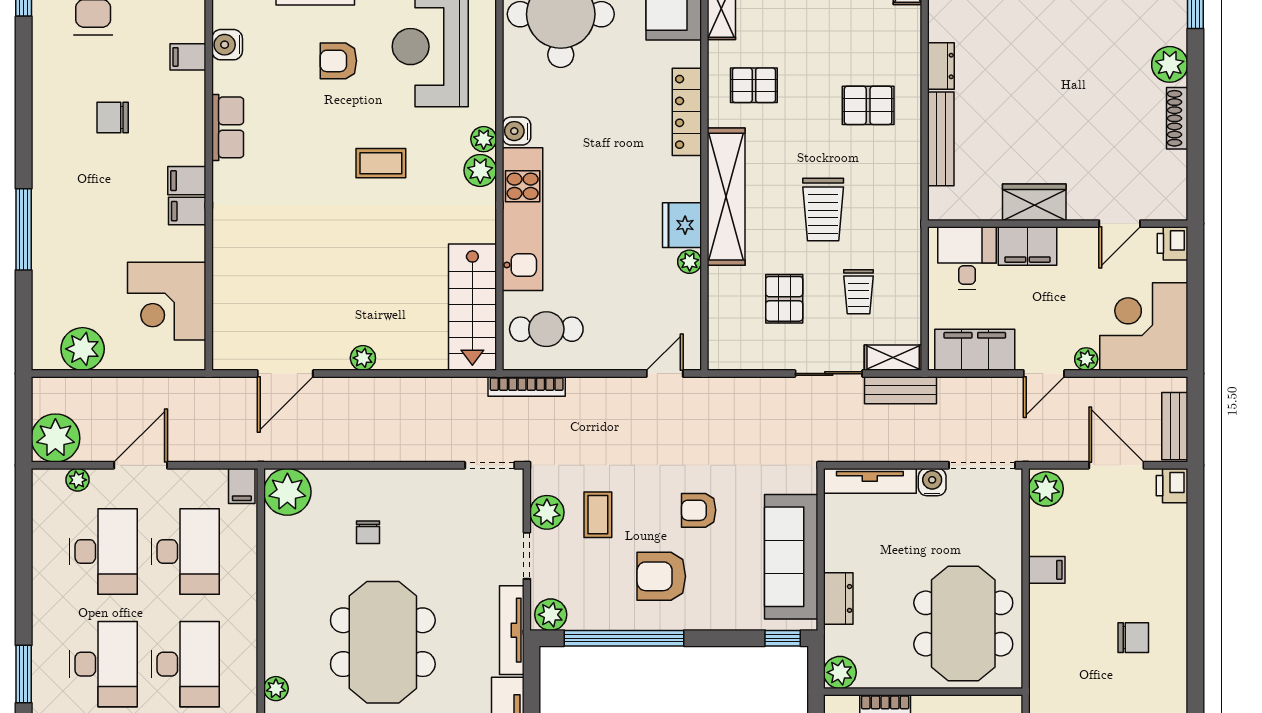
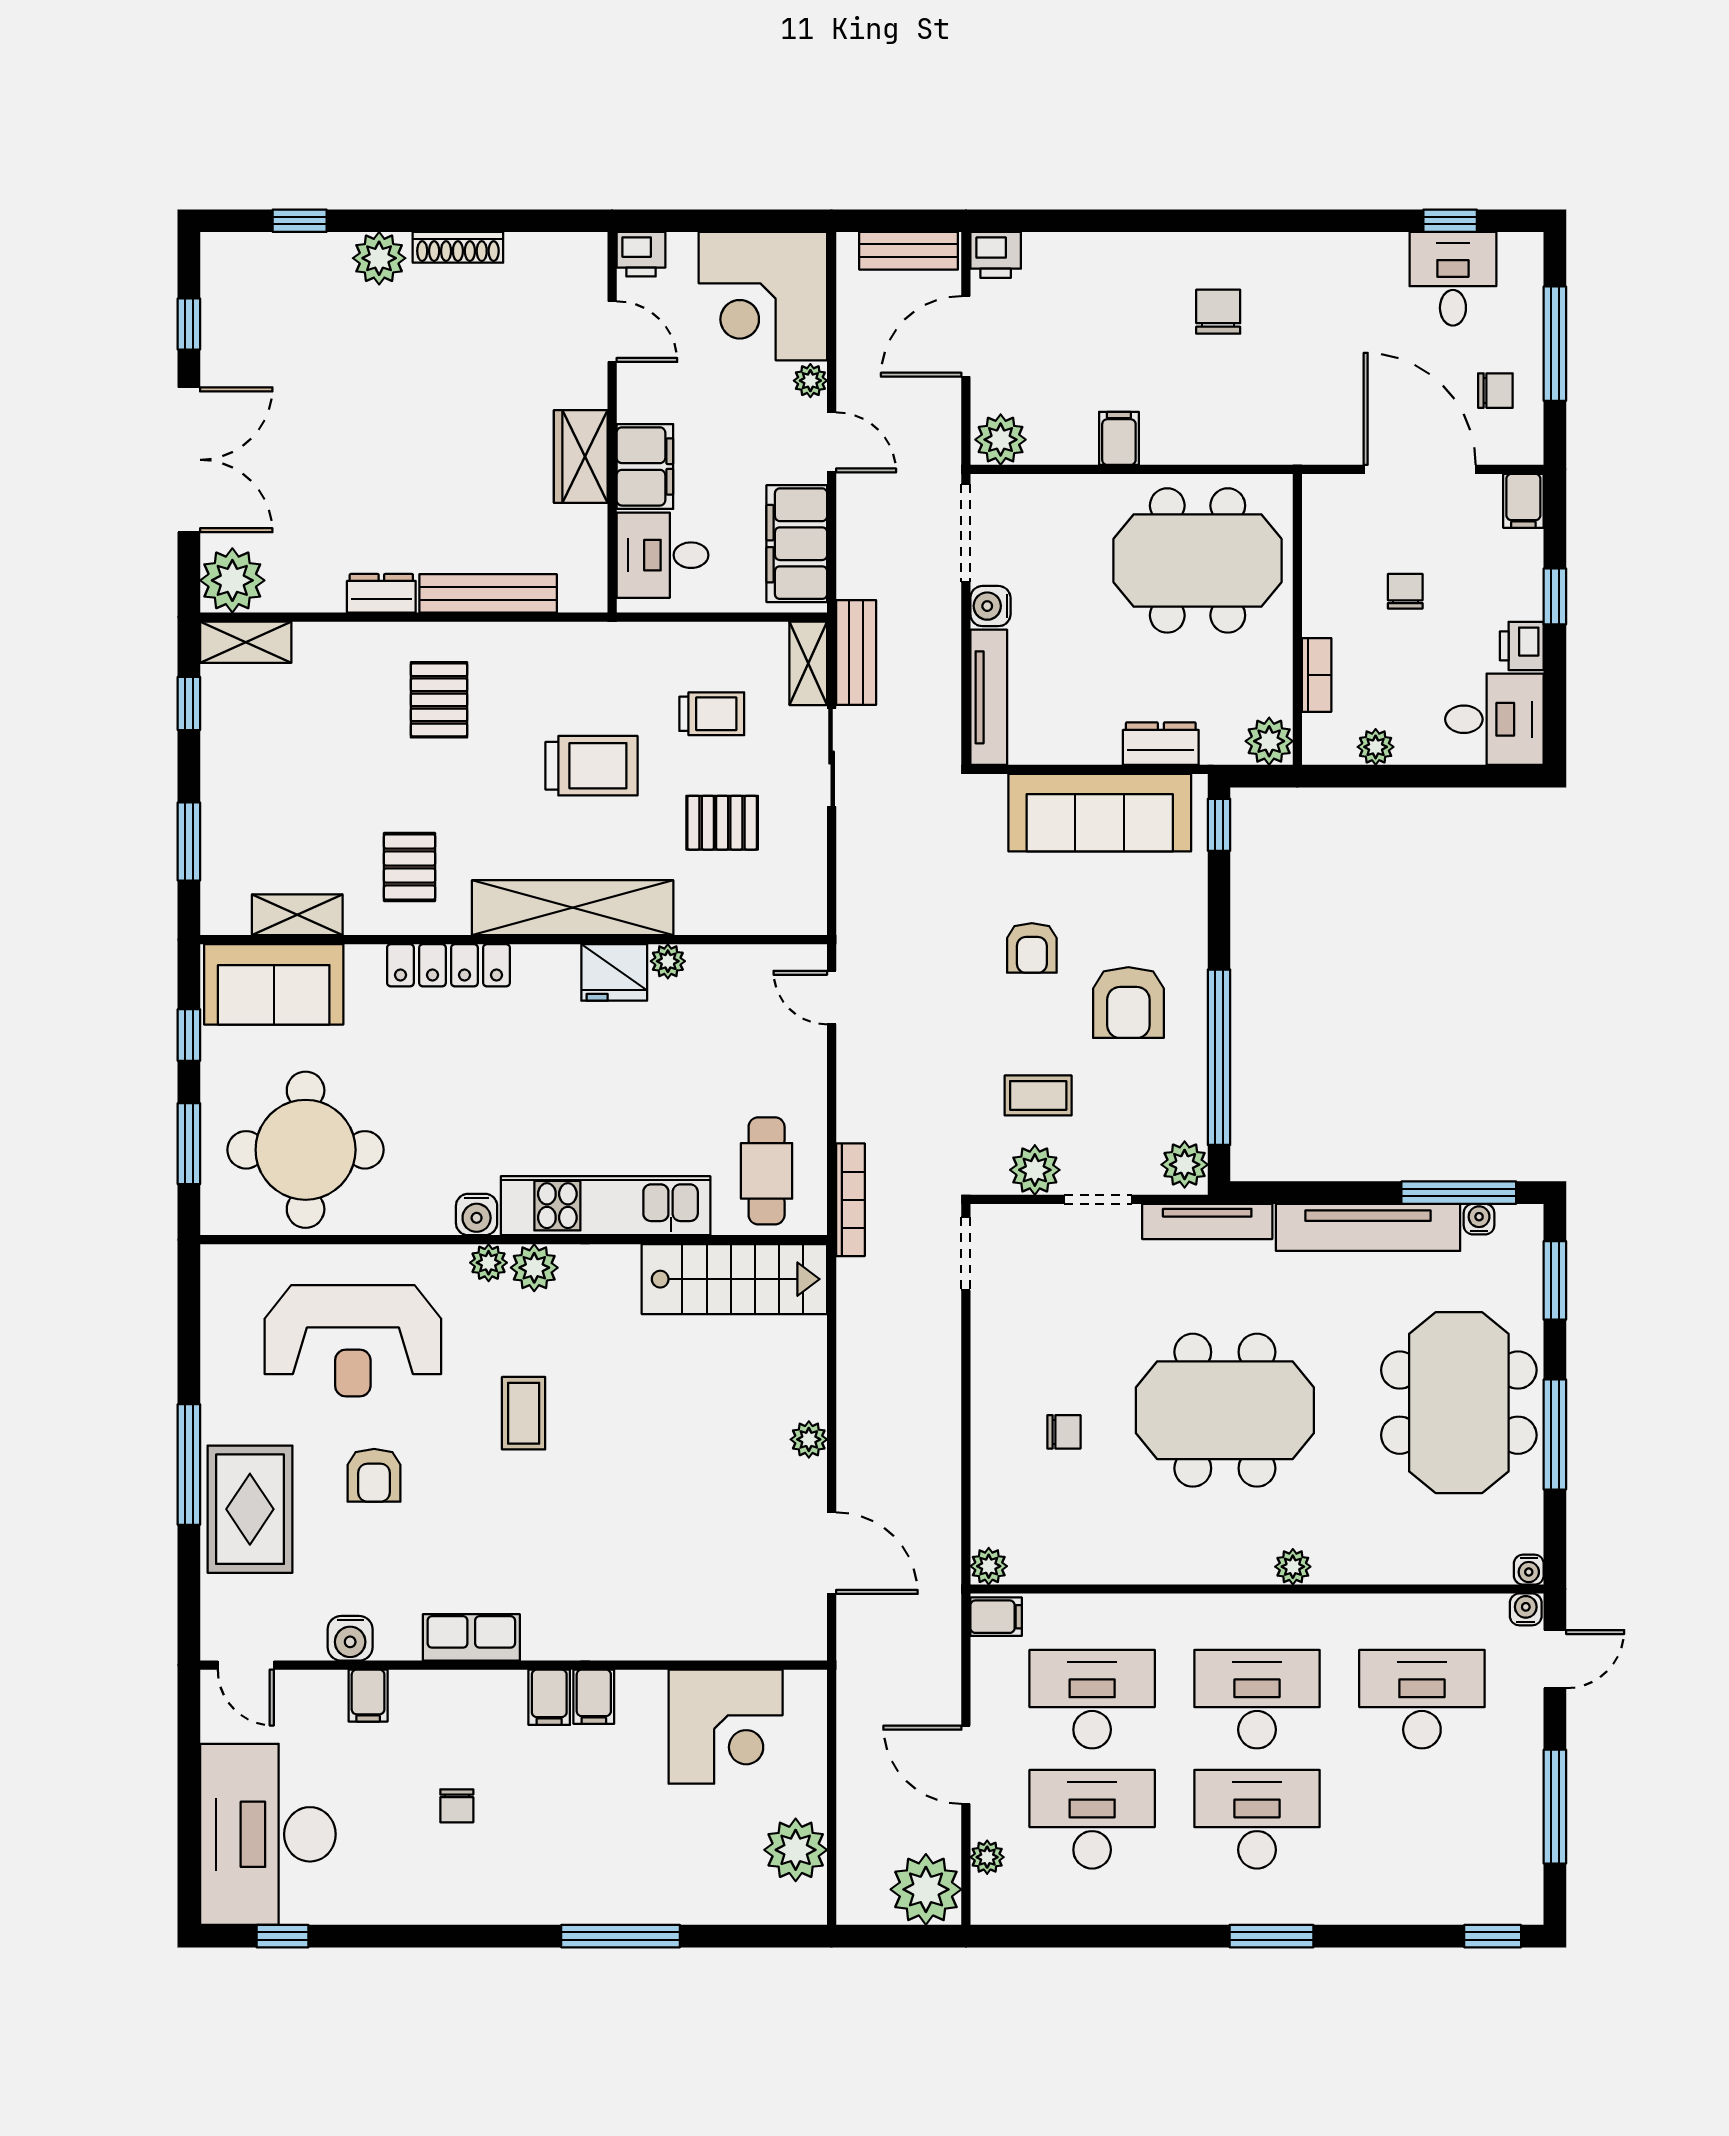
chair: (113, 118) -> (457, 1806), width x0.73, depth x0.73
plant: (287, 492) -> (989, 1566), width x0.53, depth x0.53

